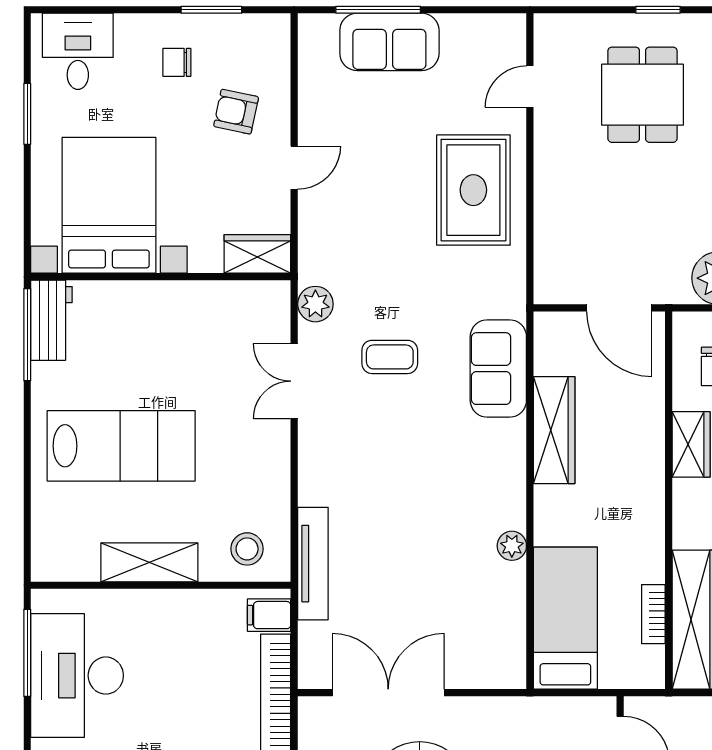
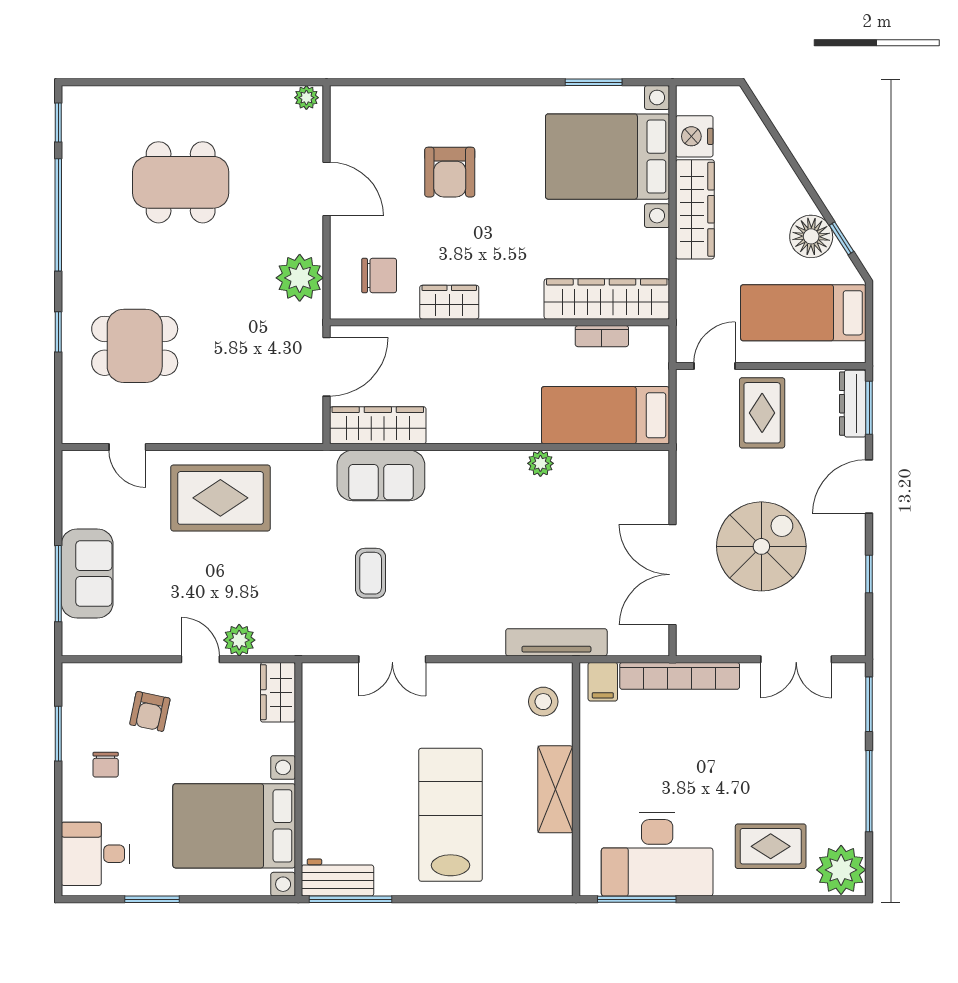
plant: (315, 304) -> (239, 640), moved
wardrobe: (554, 430) -> (378, 425), moved

